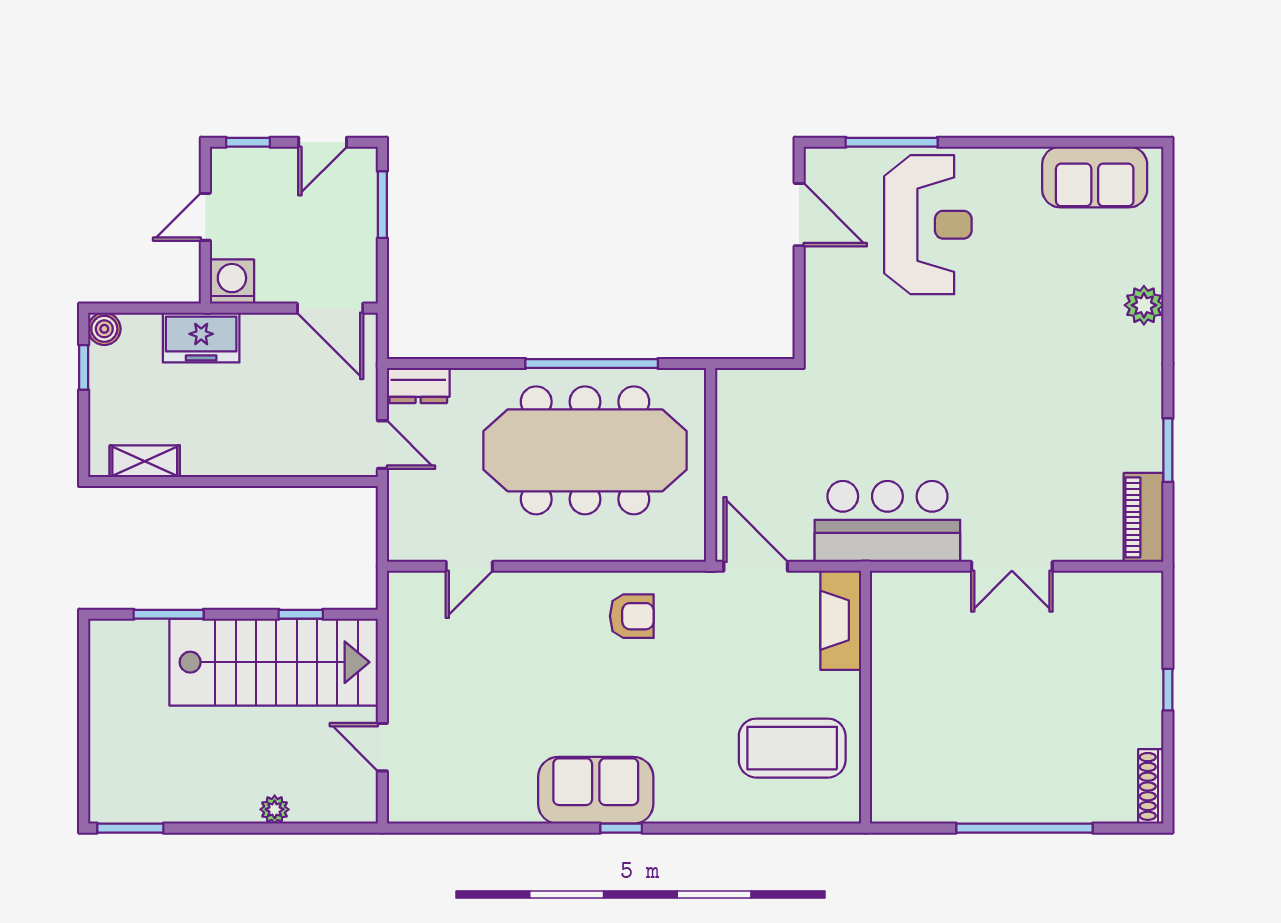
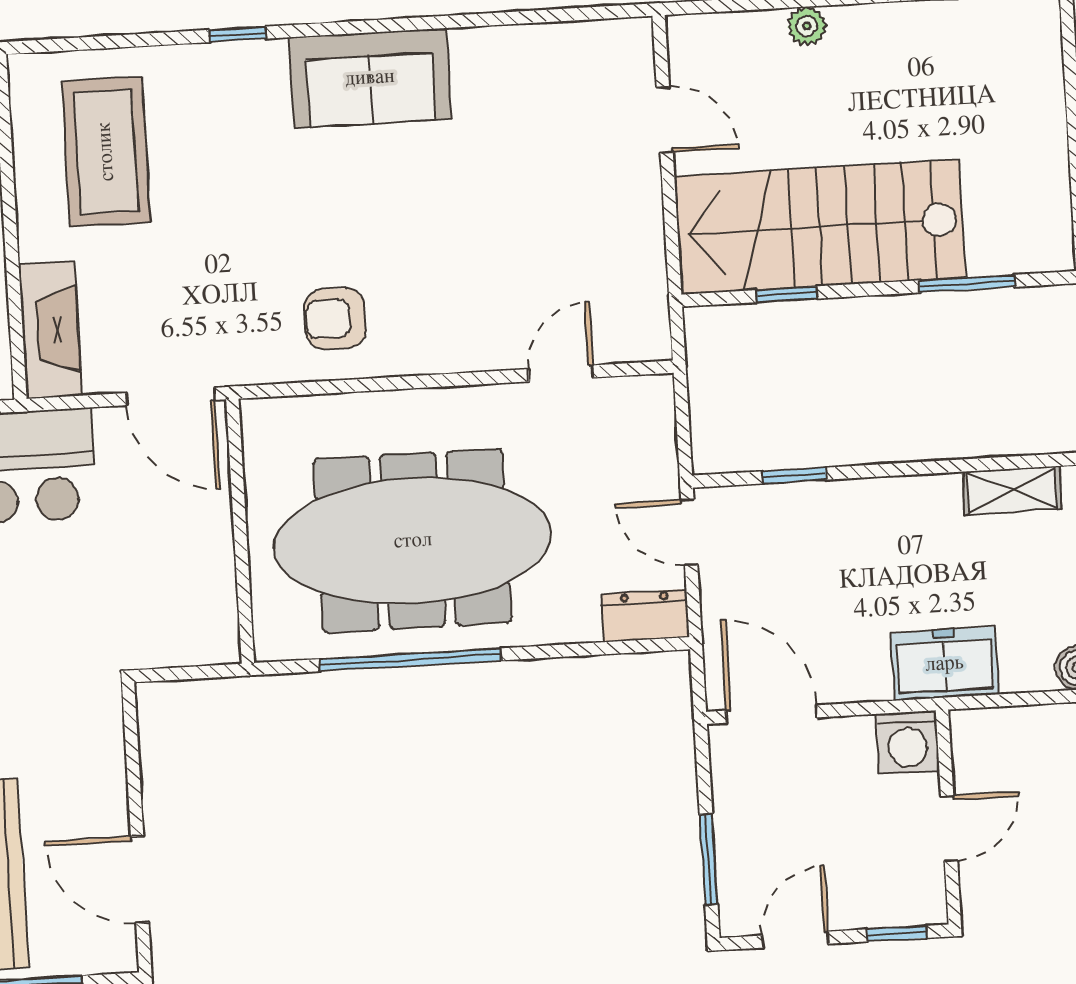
window: (303, 481) -> (795, 475), added
coffee table: (792, 748) -> (106, 152), turned 90
window: (621, 828) -> (237, 34), moved

